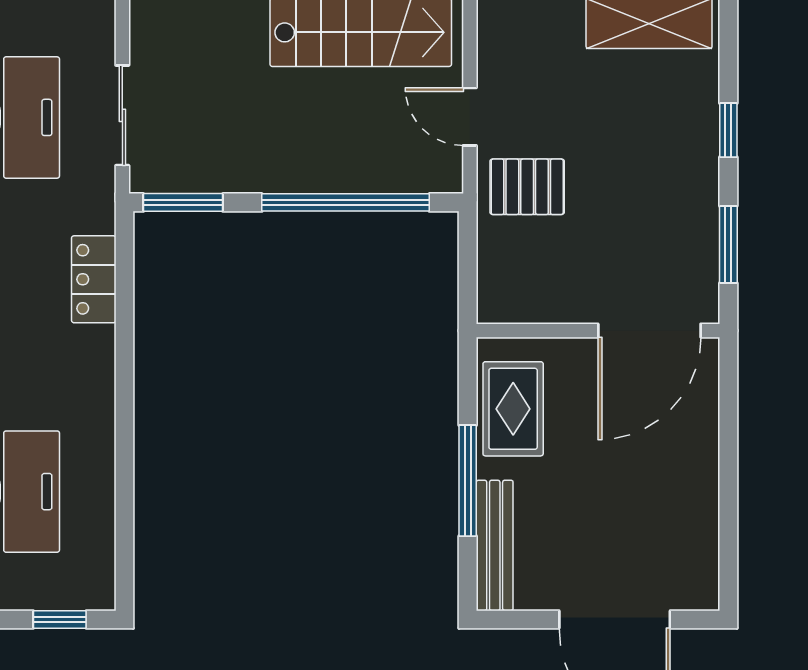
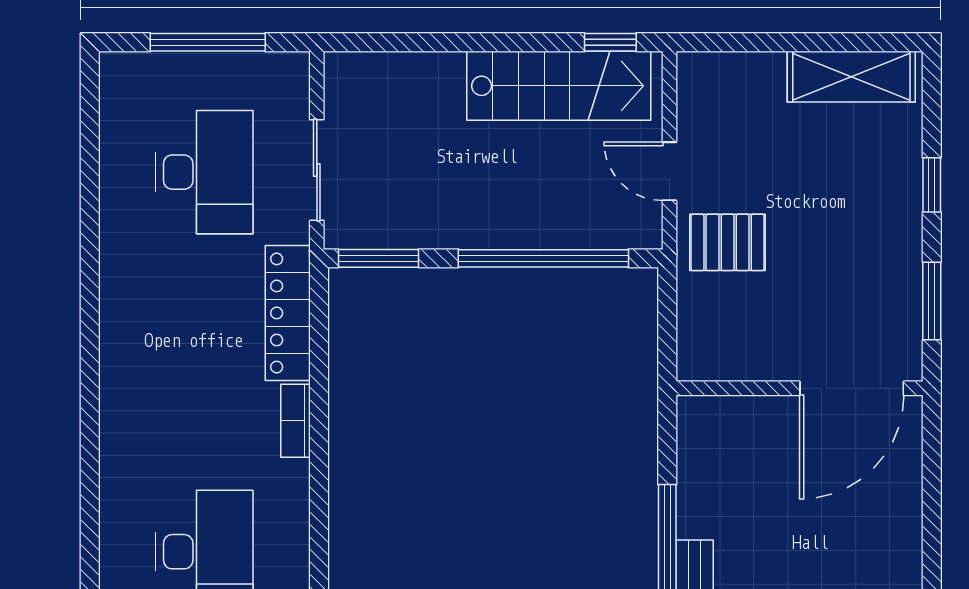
locker: (94, 279) -> (288, 313), width x1.53
bookcase: (101, 362) -> (296, 421), added
rug: (513, 409) -> (713, 468), removed

